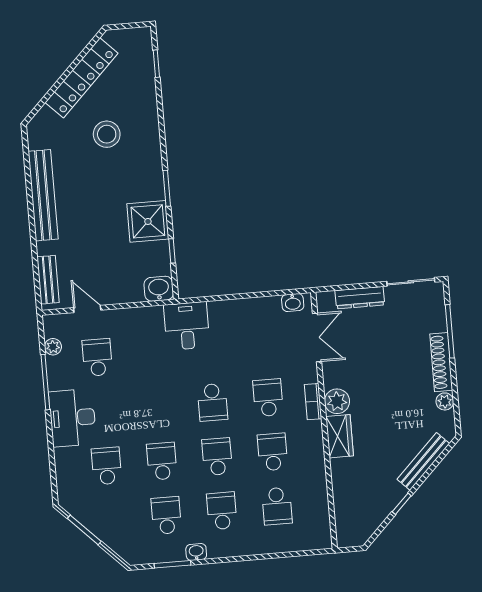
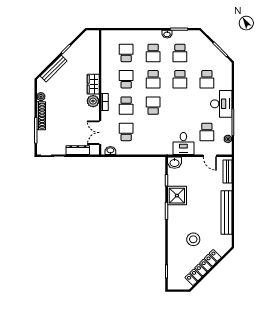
desk: (187, 326) -> (183, 144), moved
school desk: (263, 344) -> (126, 132), added
school desk: (272, 452) -> (126, 79), turned 180

